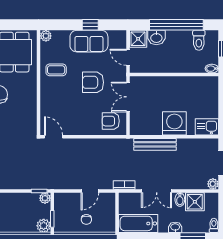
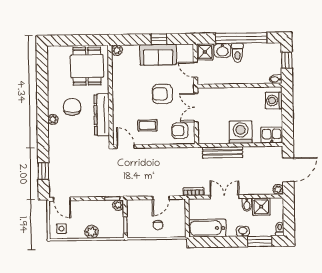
toilet: (199, 40) -> (237, 53), moved
coffee table: (56, 70) -> (147, 125), moved
washing machine: (209, 91) -> (274, 100), added
dresser: (29, 103) -> (102, 115), added
double door: (157, 191) -> (225, 197), swing flipped
plant: (44, 226) -> (92, 232), moved

